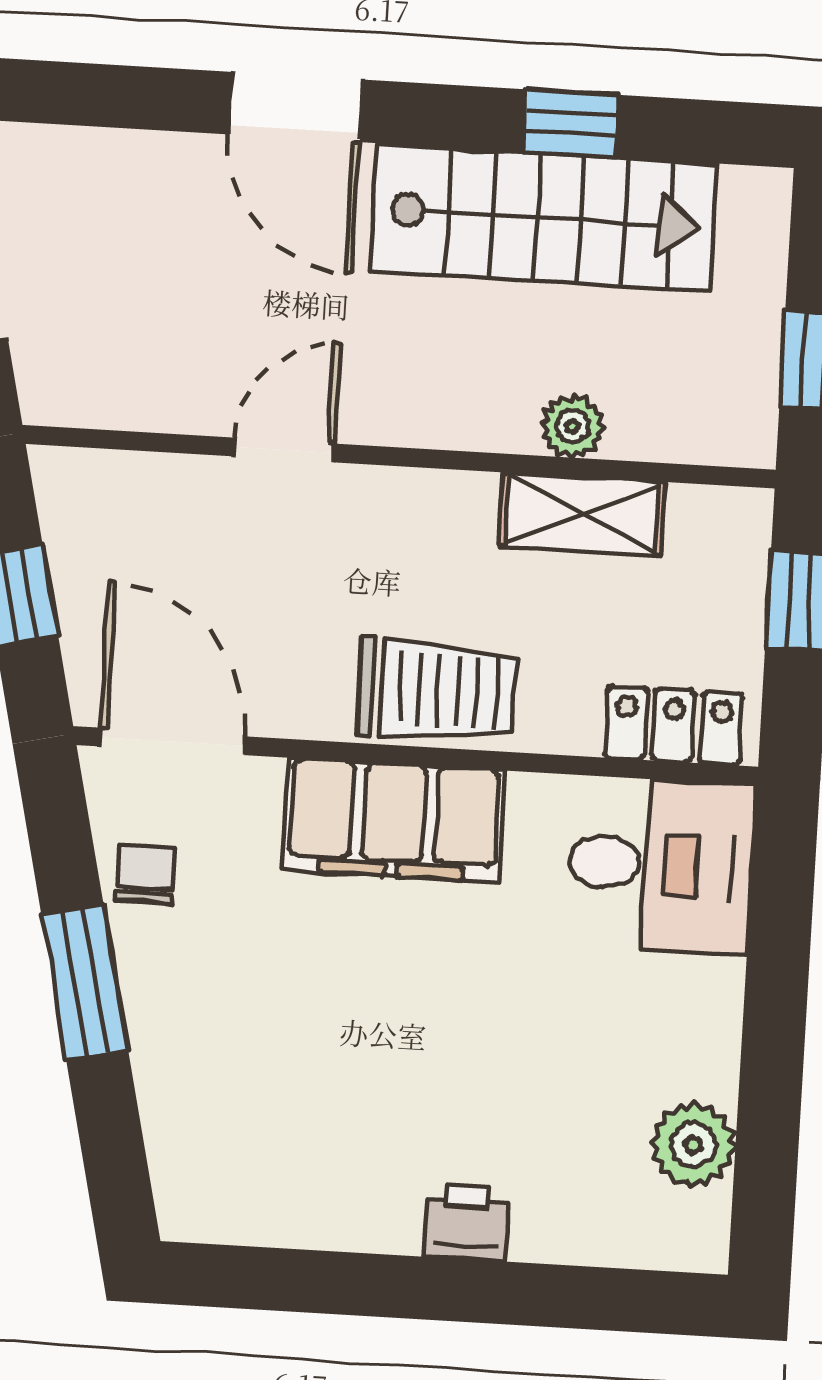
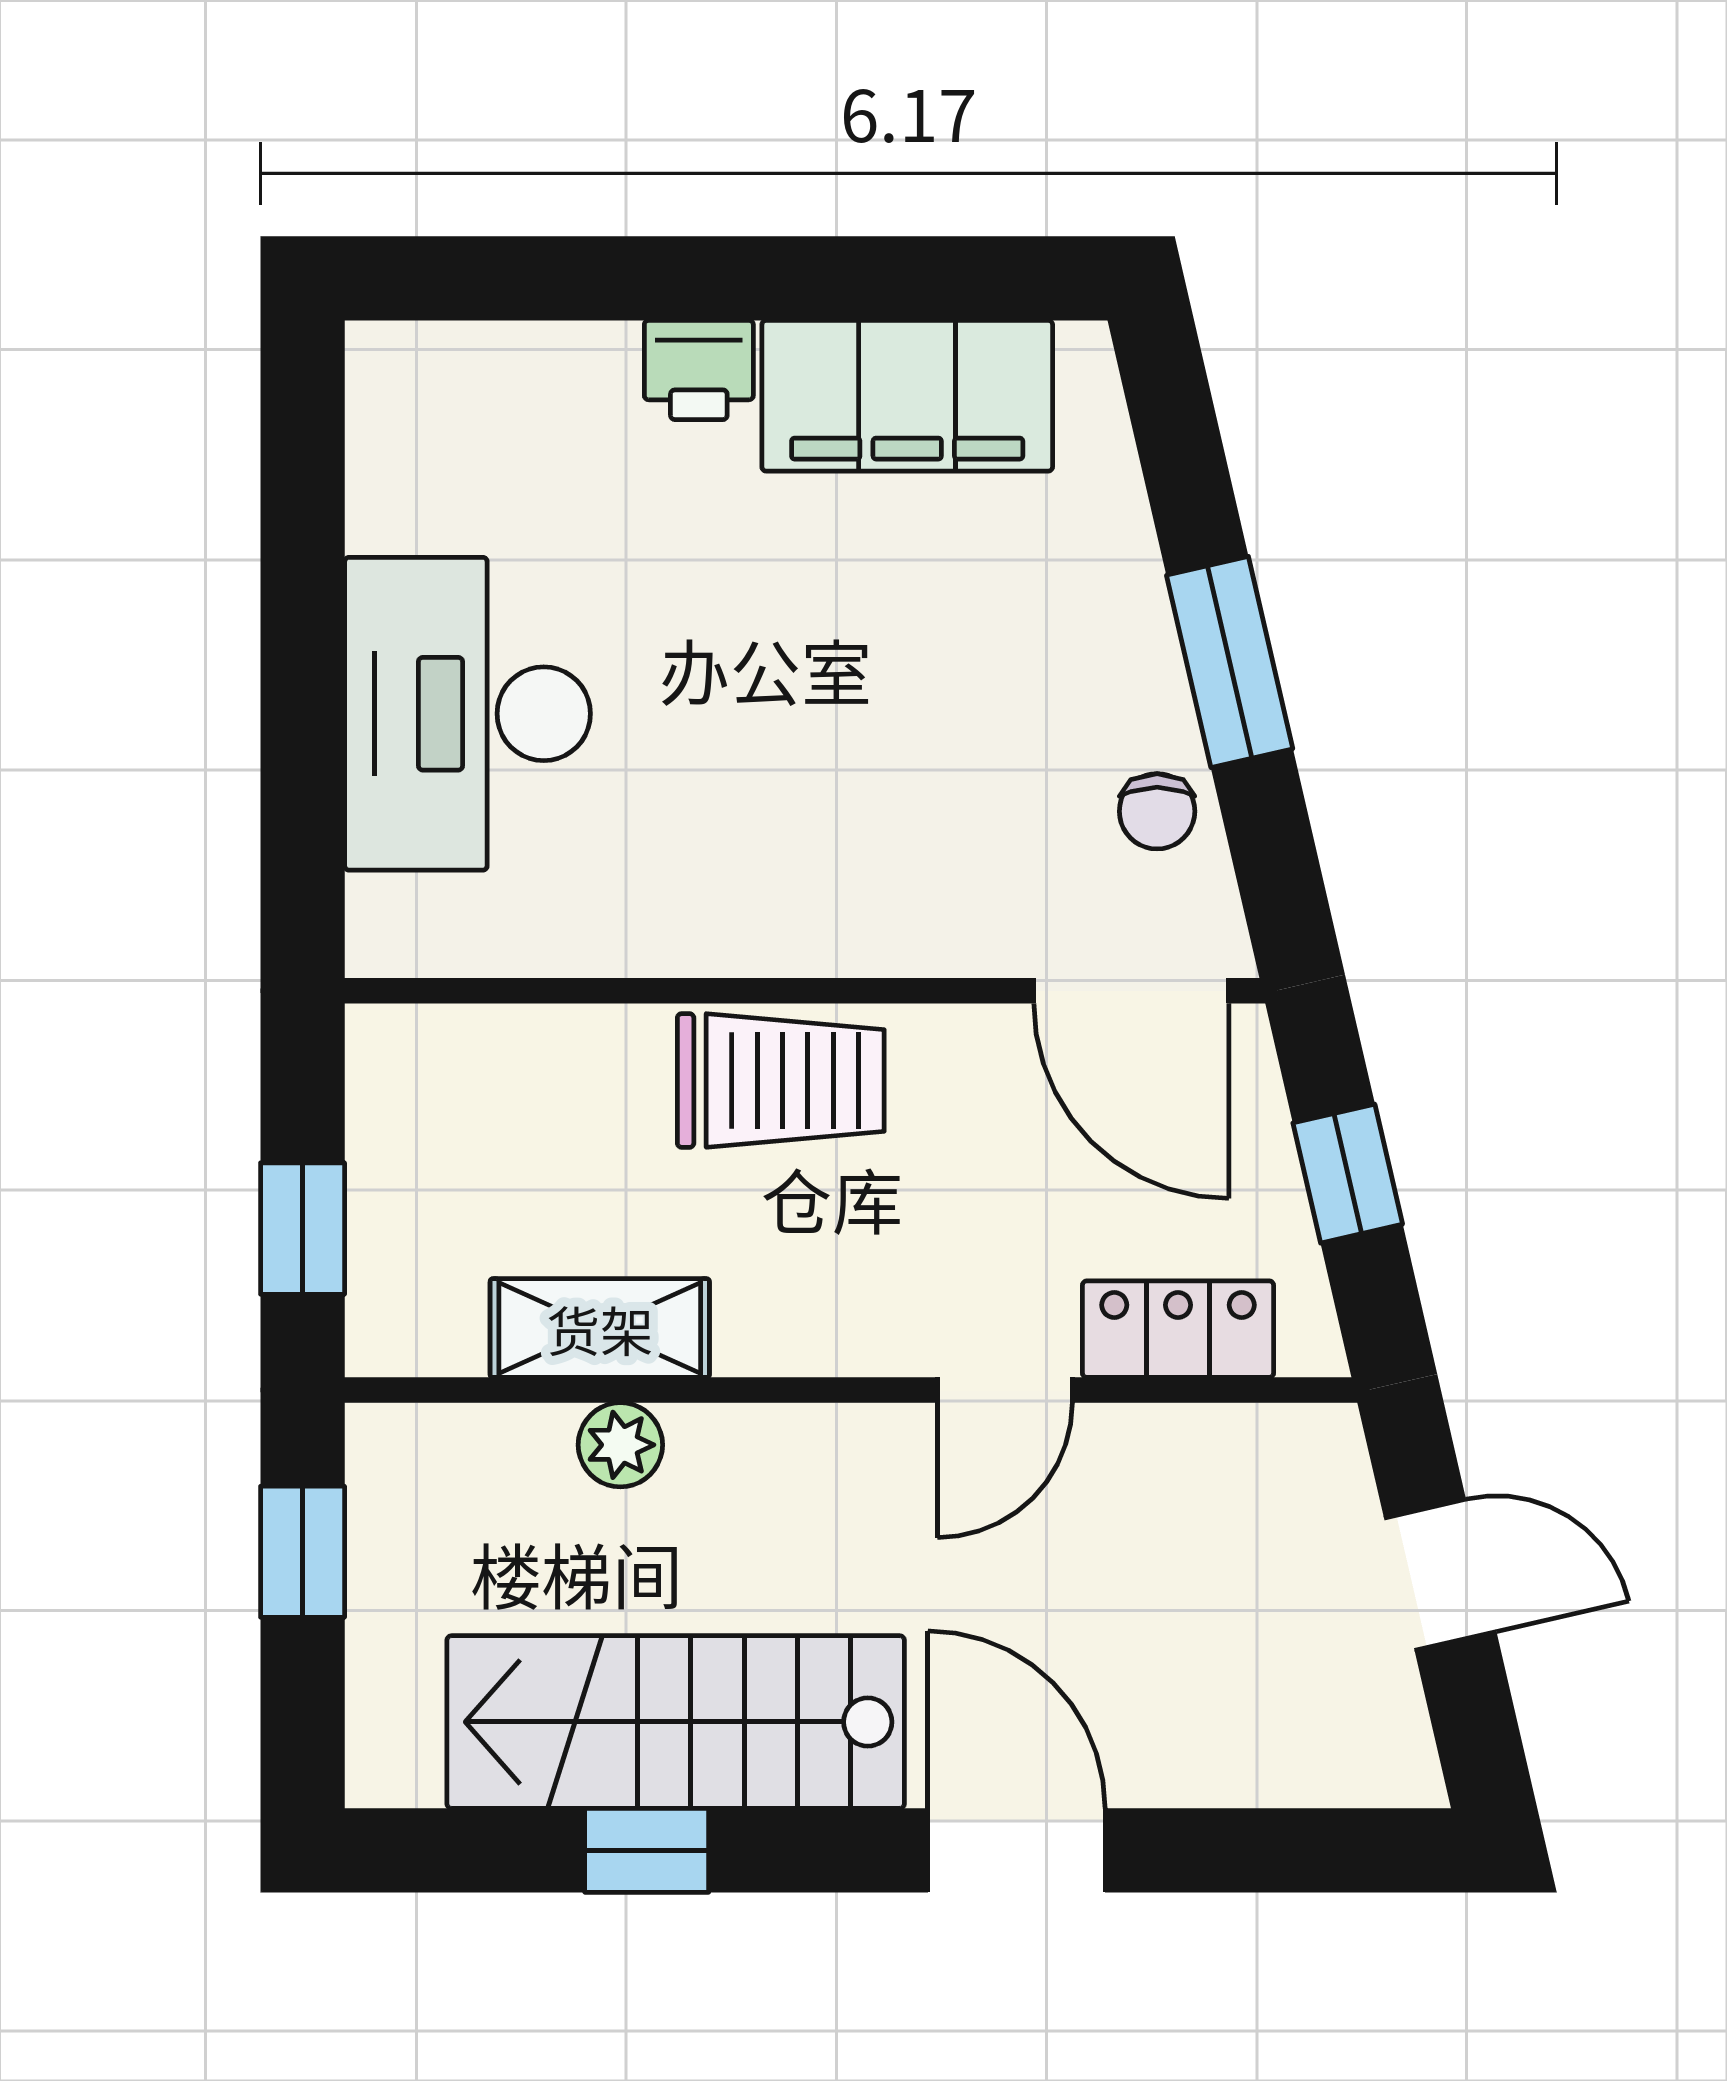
trolley: (437, 690) -> (781, 1080), turned 180
locker: (673, 726) -> (1178, 1329), moved, turned 180
filing cabinet: (394, 820) -> (907, 396), moved, turned 180
desk: (661, 865) -> (468, 714), moved, width x1.37
plant: (693, 1145) -> (402, 492), removed

